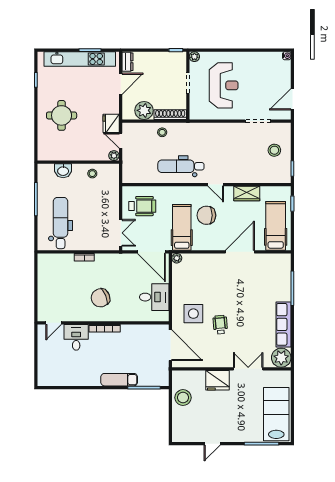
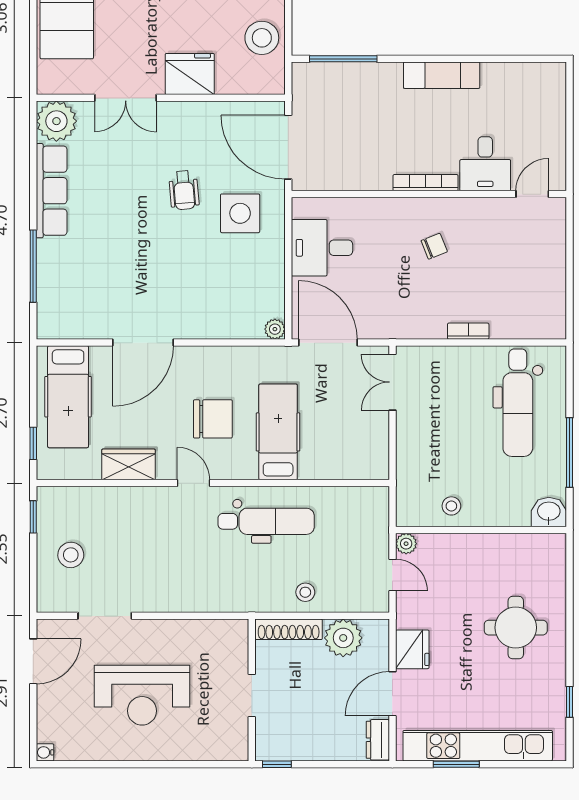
plant: (194, 57) -> (238, 750), removed
reception desk: (224, 85) -> (142, 695), moved, turned -90
fridge: (111, 123) -> (412, 649), moved
washbasin: (63, 171) -> (549, 512), moved
wheelchair: (142, 206) -> (347, 438), removed
hospital bed: (182, 227) -> (278, 432), moved, turned 180
chair: (101, 298) -> (434, 246), width x0.54, depth x0.54
exam couch: (119, 380) -> (442, 75), moved

